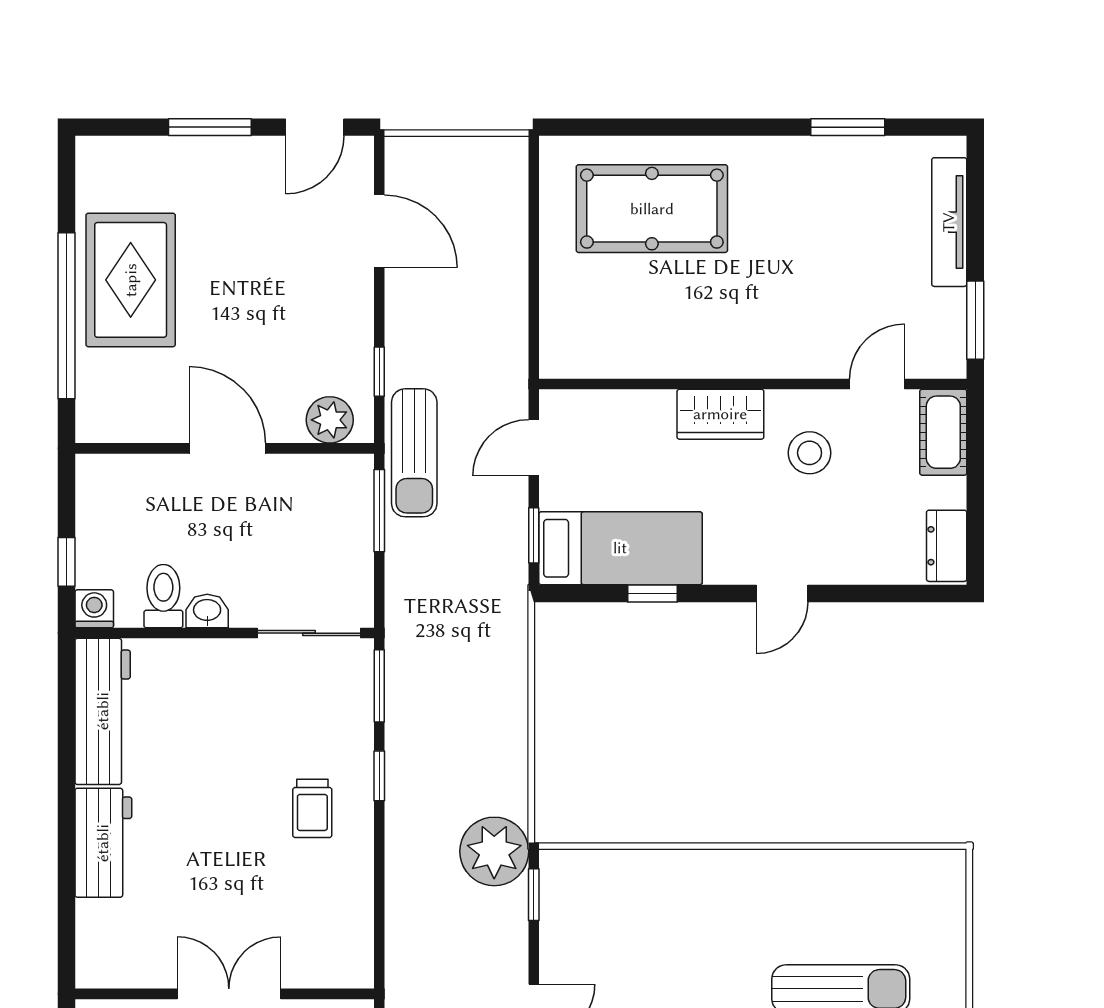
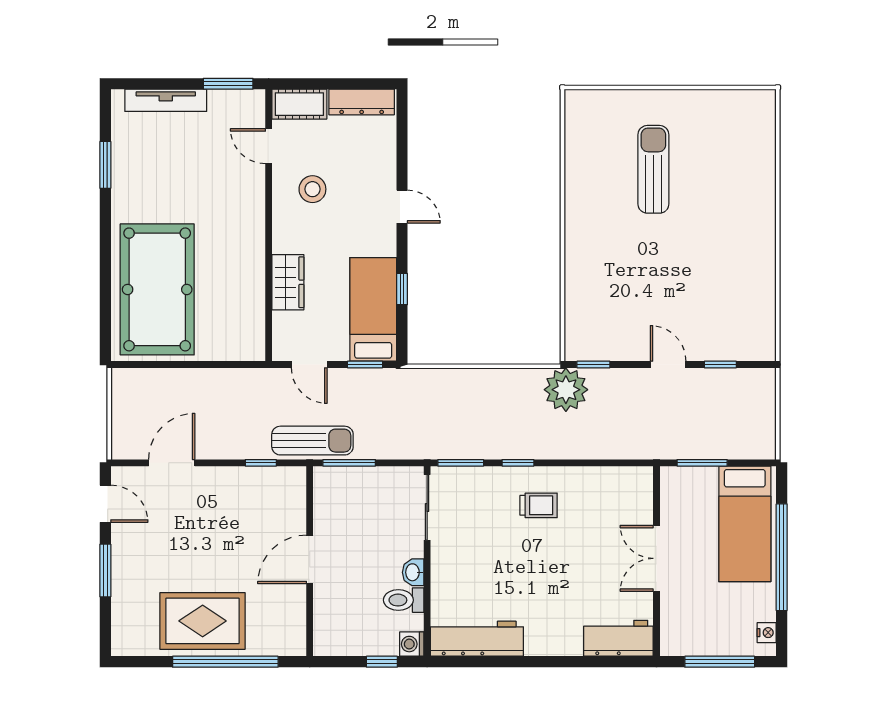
pool table: (652, 209) -> (157, 289), width x1.36, depth x1.32
wardrobe: (720, 414) -> (288, 282), moved
plant: (330, 420) -> (292, 494), removed
dresser: (947, 546) -> (362, 102), width x1.44
workbench: (103, 843) -> (618, 638), moved

